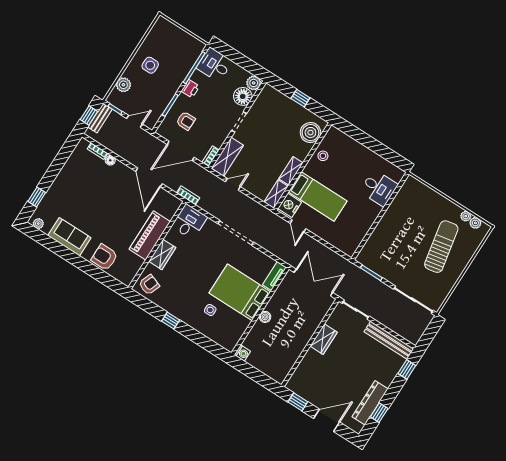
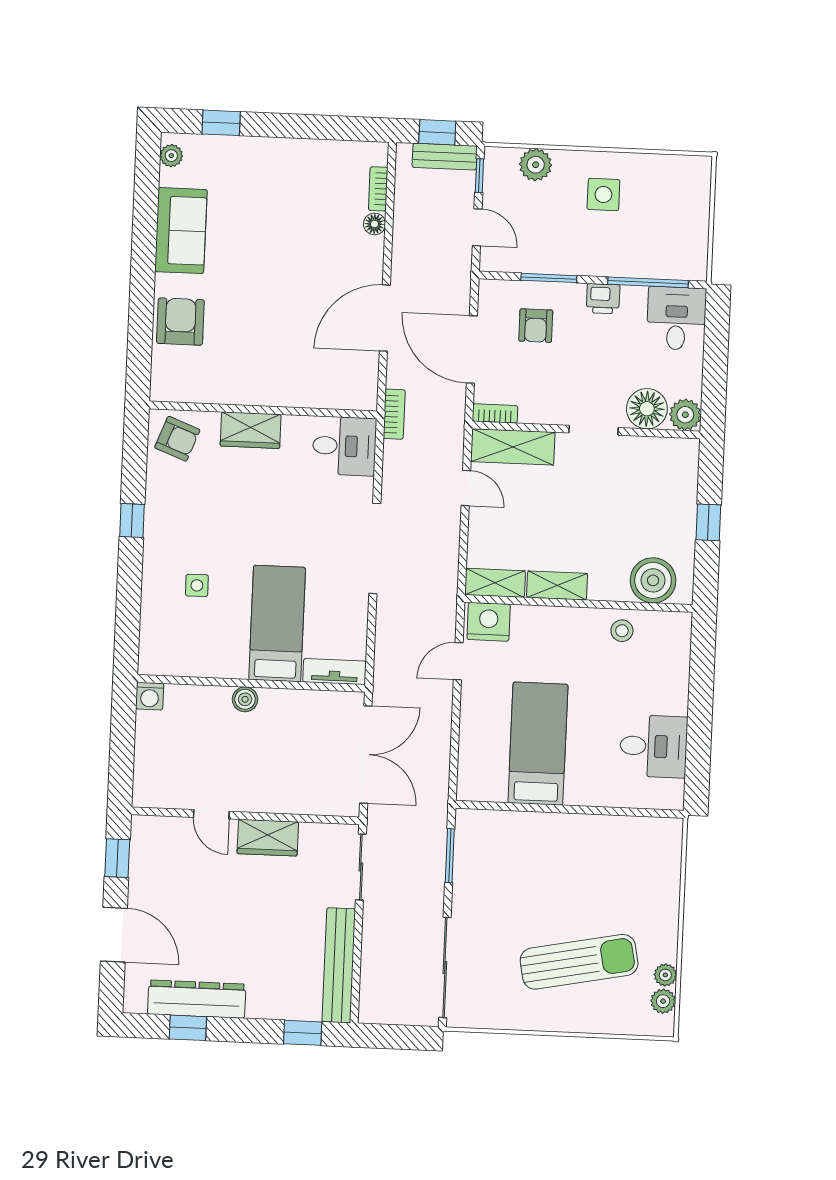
desk: (379, 188) -> (654, 746), moved, turned -90
bed: (318, 196) -> (538, 744), moved, turned 180
piano: (150, 235) -> (273, 384), removed
bed: (240, 292) -> (277, 624), width x0.67
door: (302, 356) -> (211, 814), added

